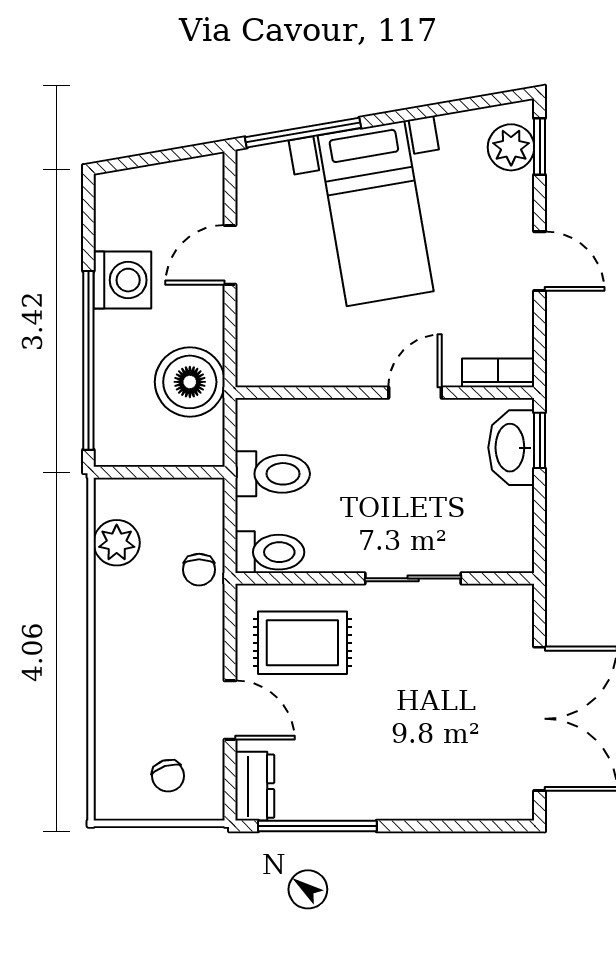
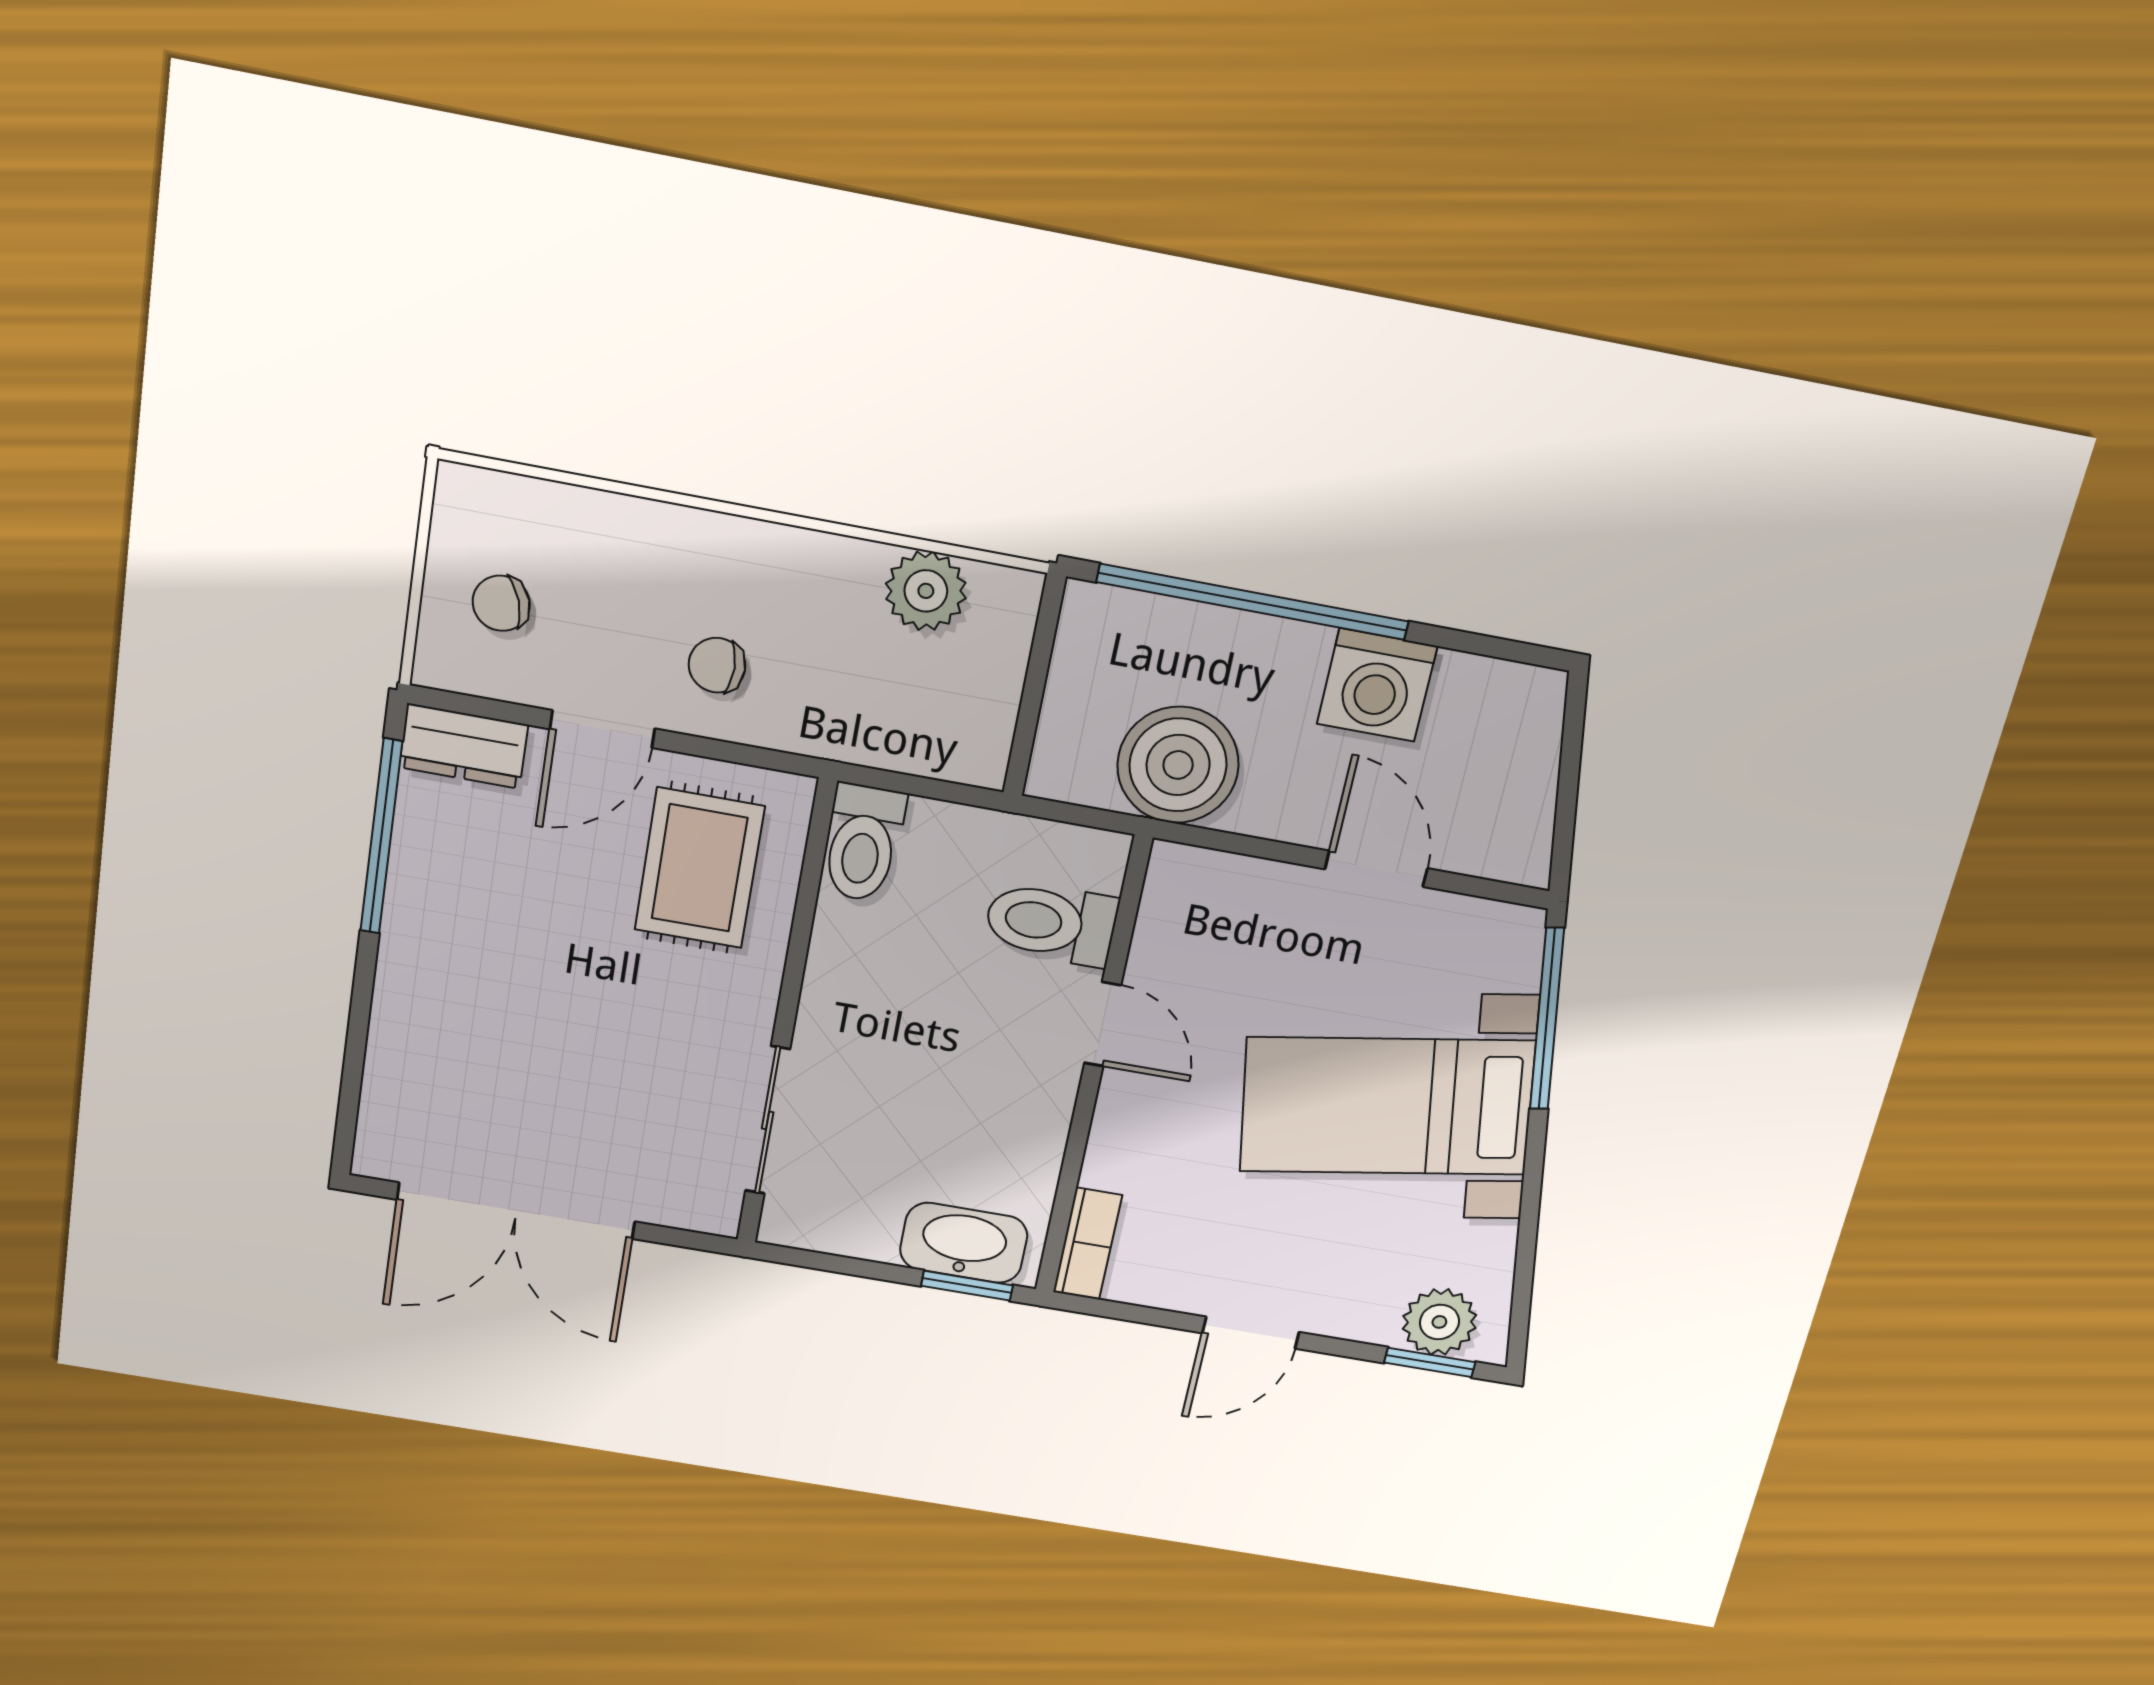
door: (415, 393) -> (1103, 1024), moved
toilet: (273, 474) -> (1051, 923), moved, turned 90
chair: (199, 570) -> (717, 665), moved
sliding door: (413, 578) -> (768, 1120), moved

